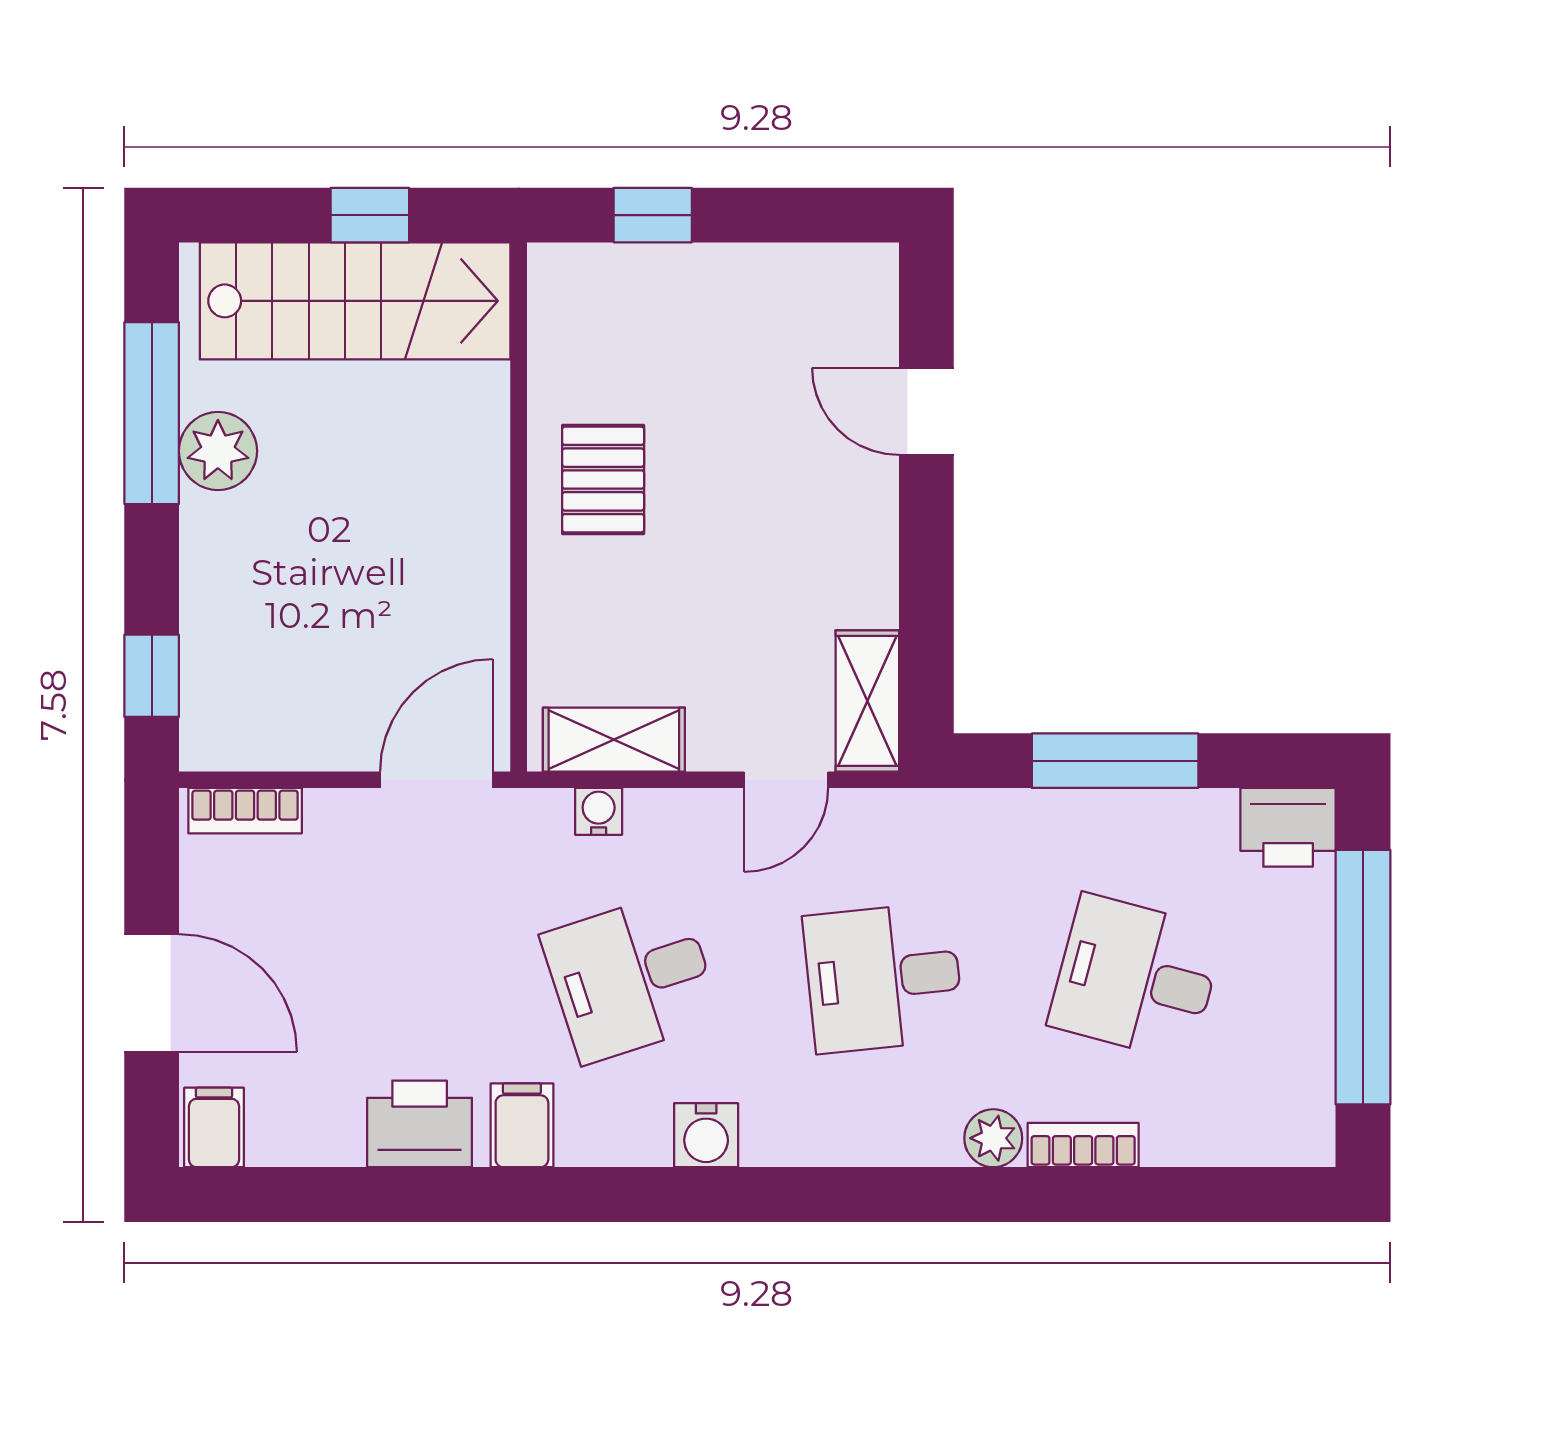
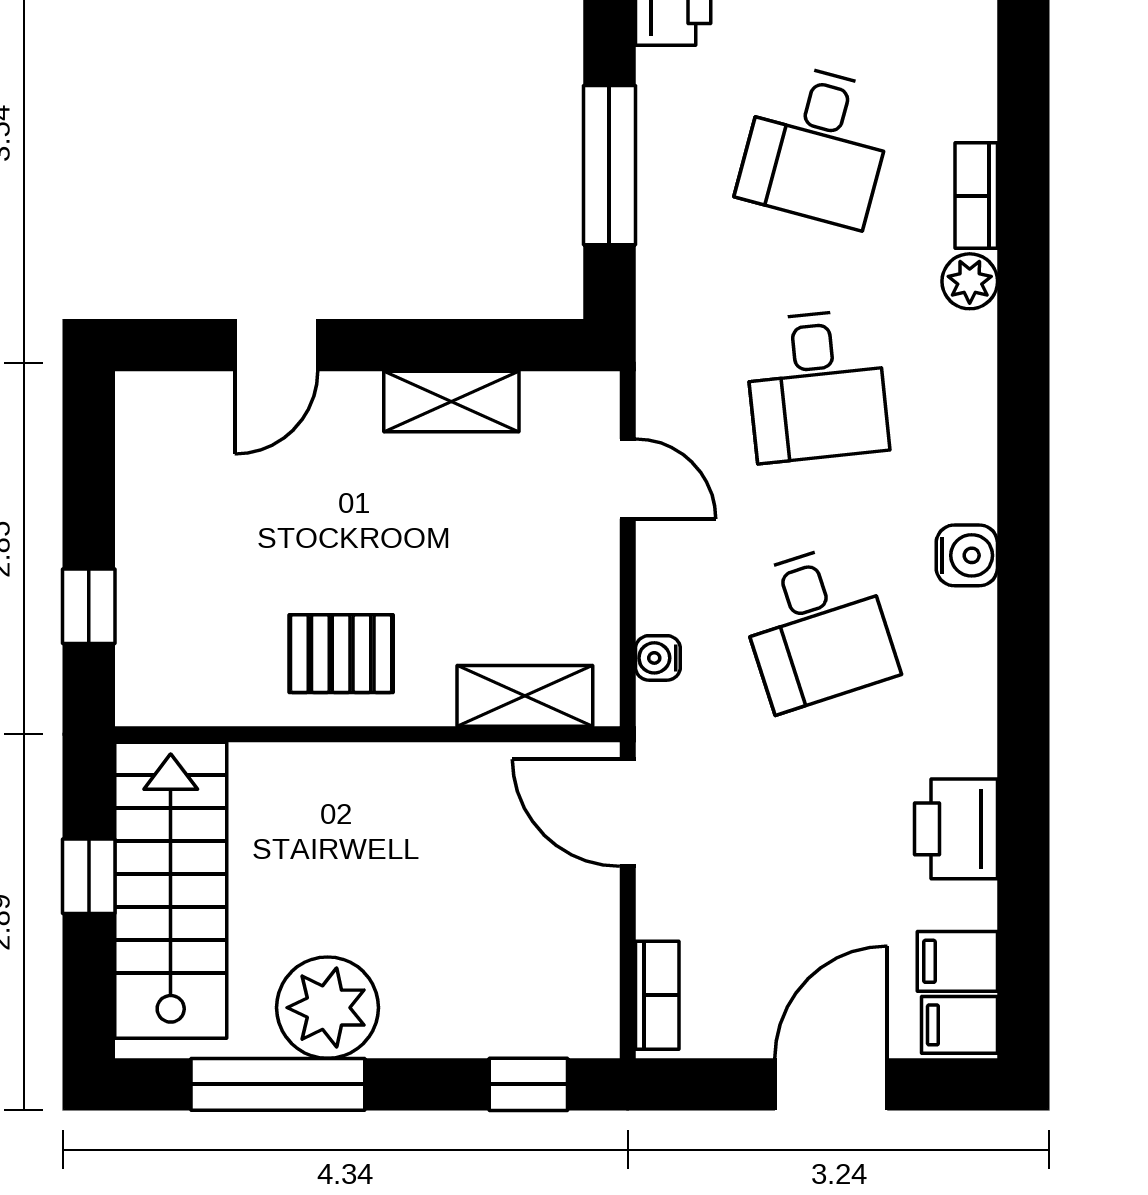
plant: (218, 451) -> (328, 1008), width x1.36, depth x1.36
shelving: (867, 701) -> (451, 401), moved
shelving: (614, 740) -> (525, 696), moved, turned 90
filing cabinet: (522, 1125) -> (957, 961), moved

